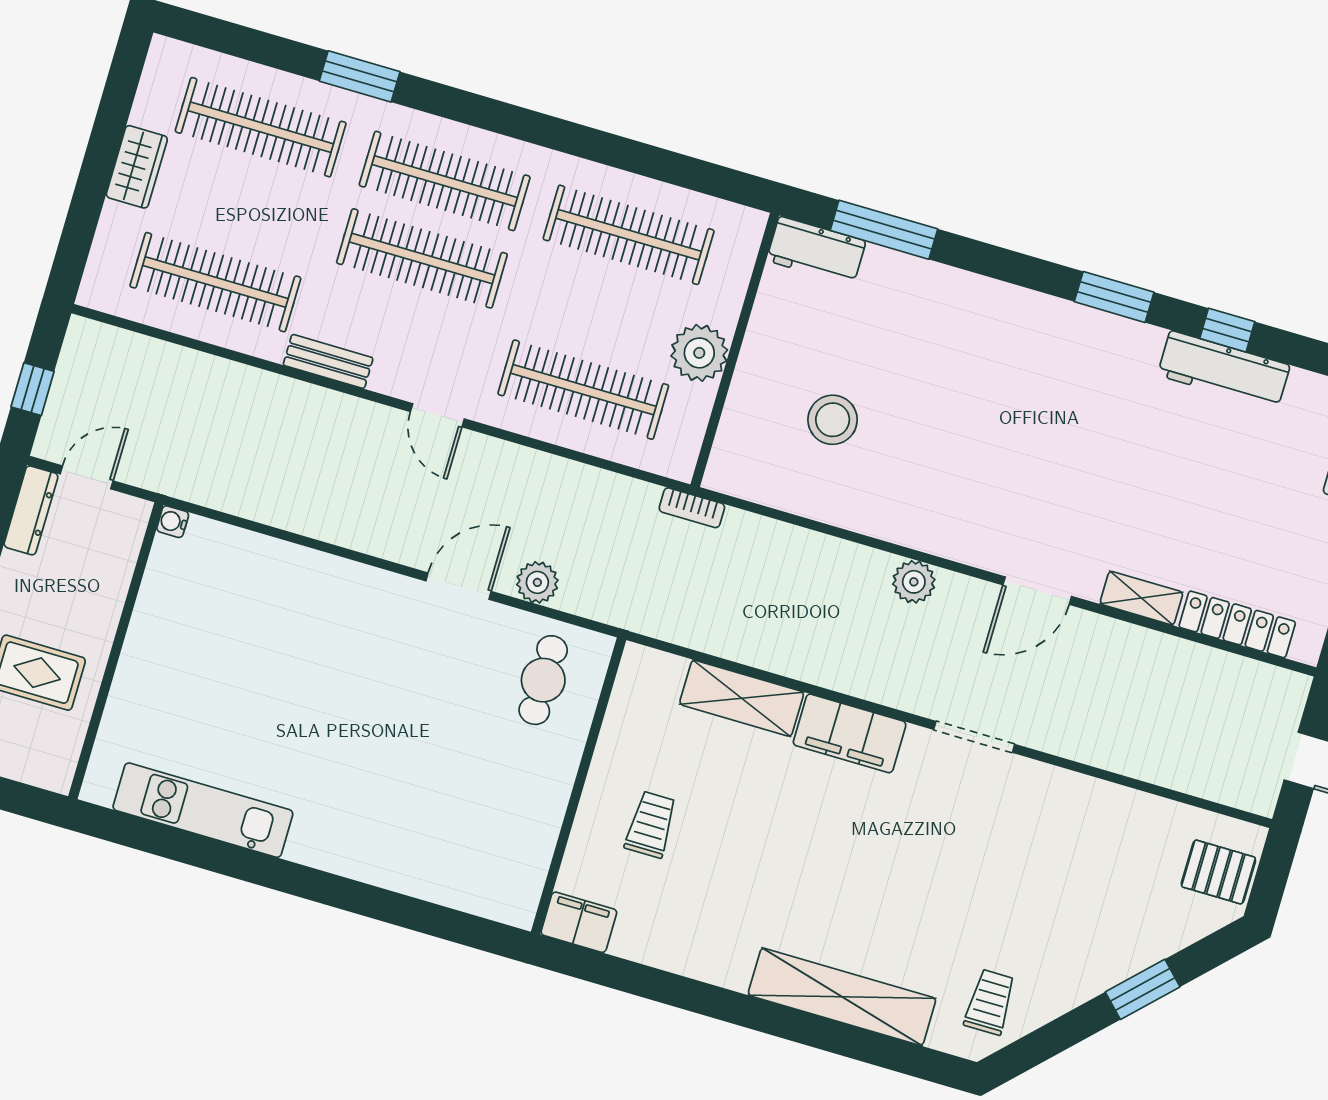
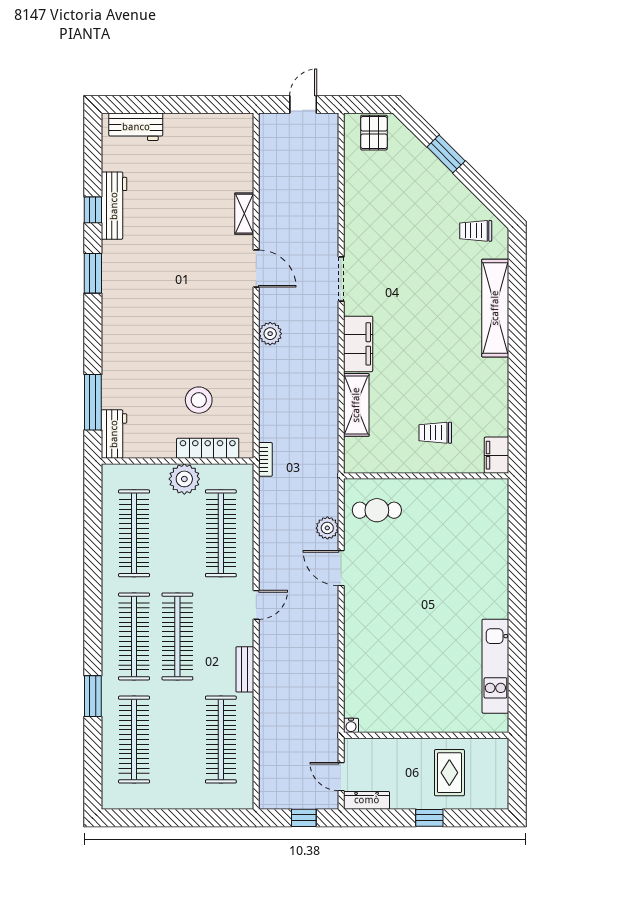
wardrobe: (137, 167) -> (173, 798), removed
locker: (1237, 624) -> (208, 448), moved, turned 90

